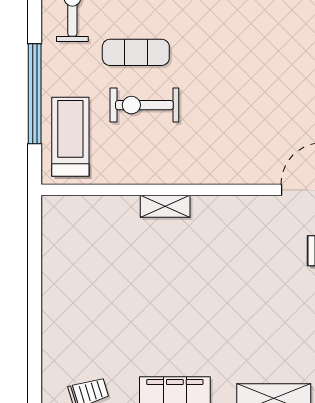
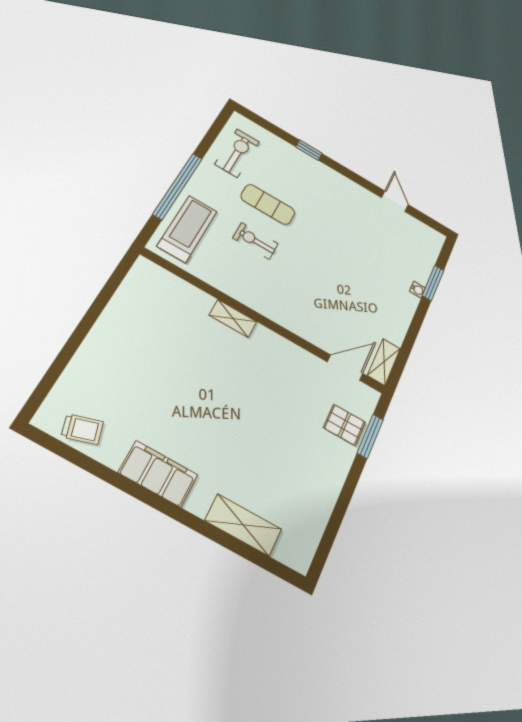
exercise bike: (144, 105) -> (255, 241), width x0.73, depth x0.72

